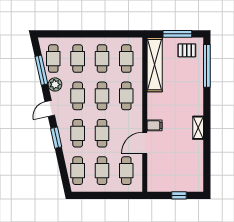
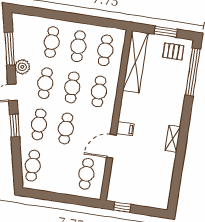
window: (177, 34) -> (166, 32), width x0.69
cafe table: (53, 59) -> (25, 38), removed
cafe table: (102, 171) -> (60, 170), removed
window: (179, 195) -> (122, 207), moved

